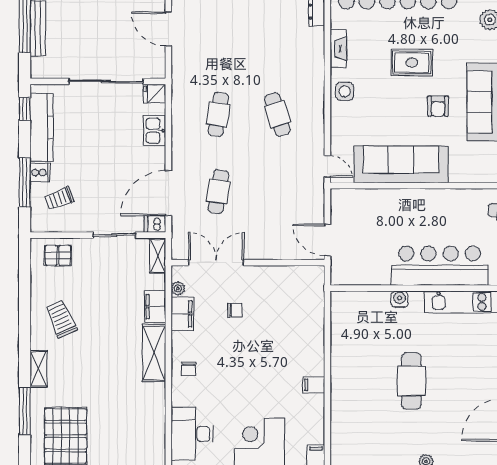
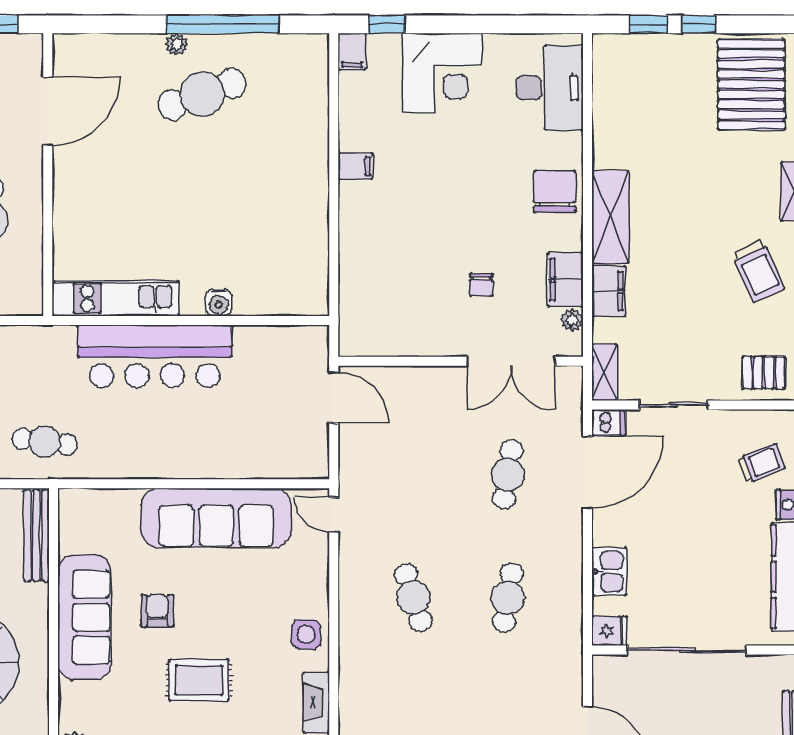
chair: (235, 310) -> (481, 285), turned -90
chair: (189, 369) -> (555, 192), width x1.87, depth x1.87
cafe table: (411, 381) -> (202, 94), moved, turned 70

